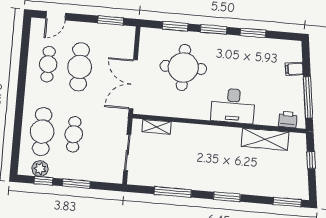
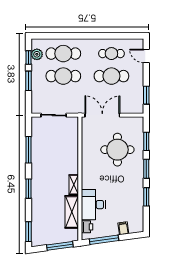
desk: (233, 106) -> (93, 205), moved
shelving: (156, 127) -> (74, 185), moved
cafe table: (74, 134) -> (63, 76), width x1.37, depth x1.35
window: (311, 160) -> (60, 246), width x2.17

